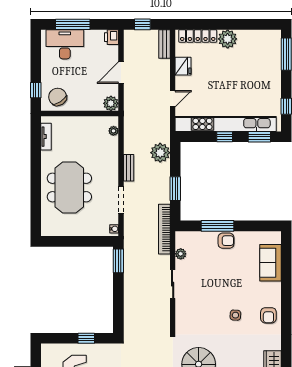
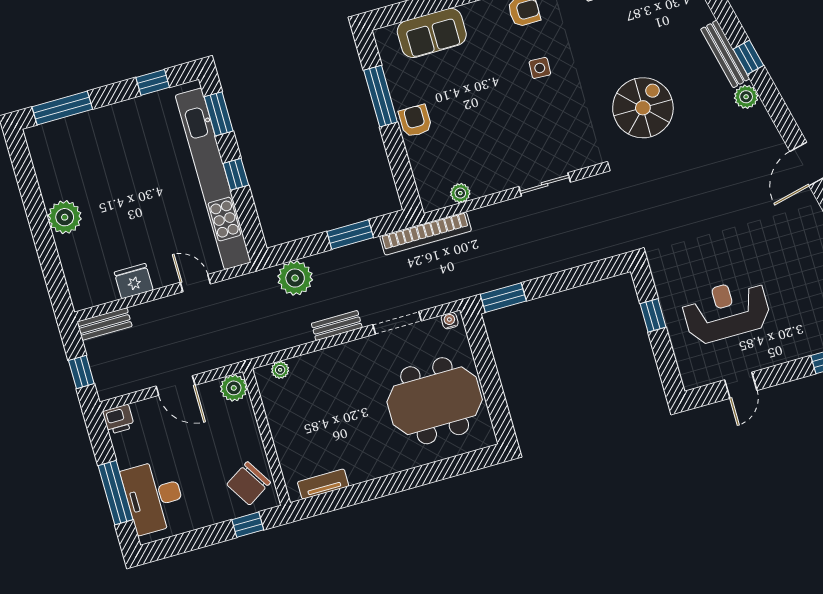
locker: (198, 36) -> (74, 270), removed
meeting table: (69, 188) -> (435, 401), moved
window: (218, 226) -> (381, 96), moved
sliding door: (173, 284) -> (545, 184), moved

